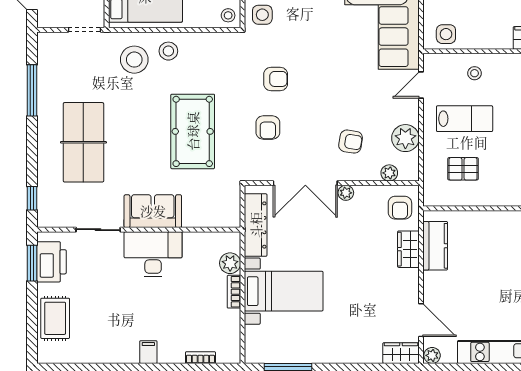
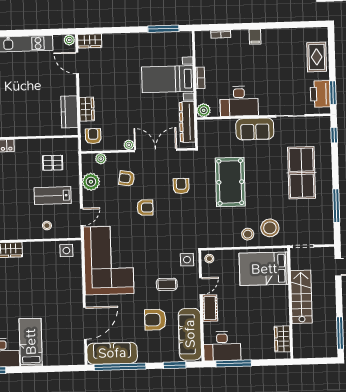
armchair: (276, 79) -> (145, 208), moved, turned 180
desk: (153, 254) -> (239, 101), moved
plant: (230, 263) -> (204, 110), moved

